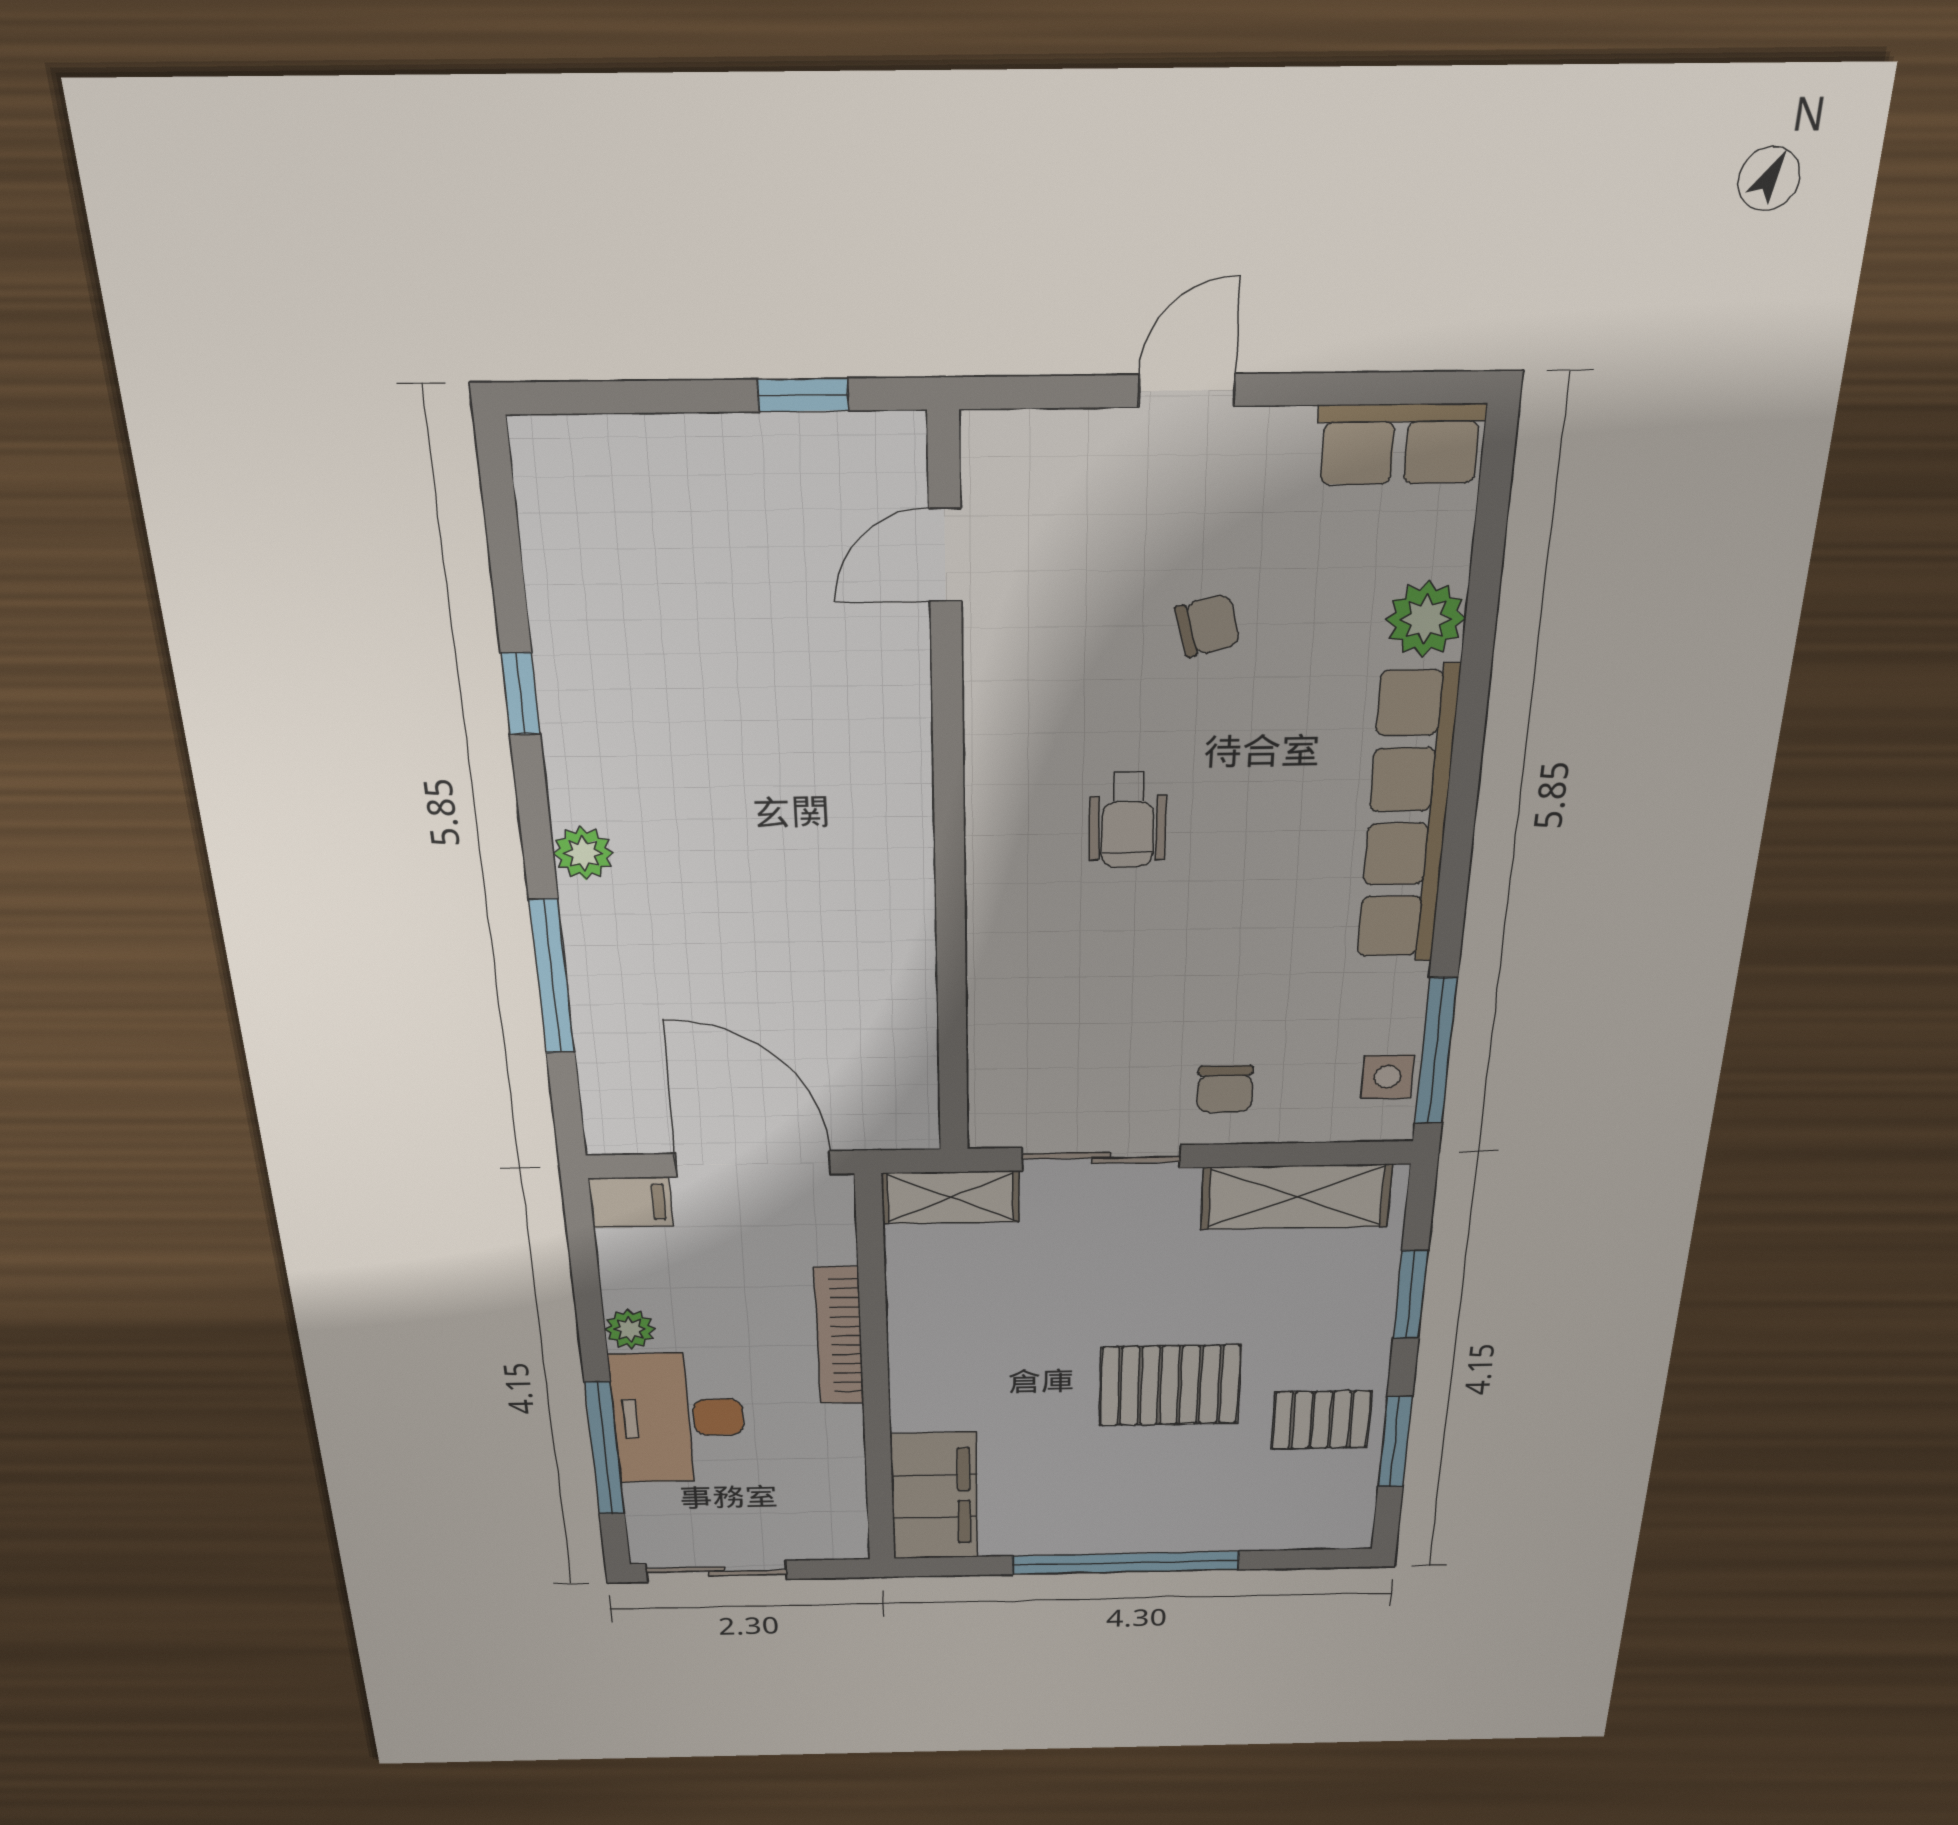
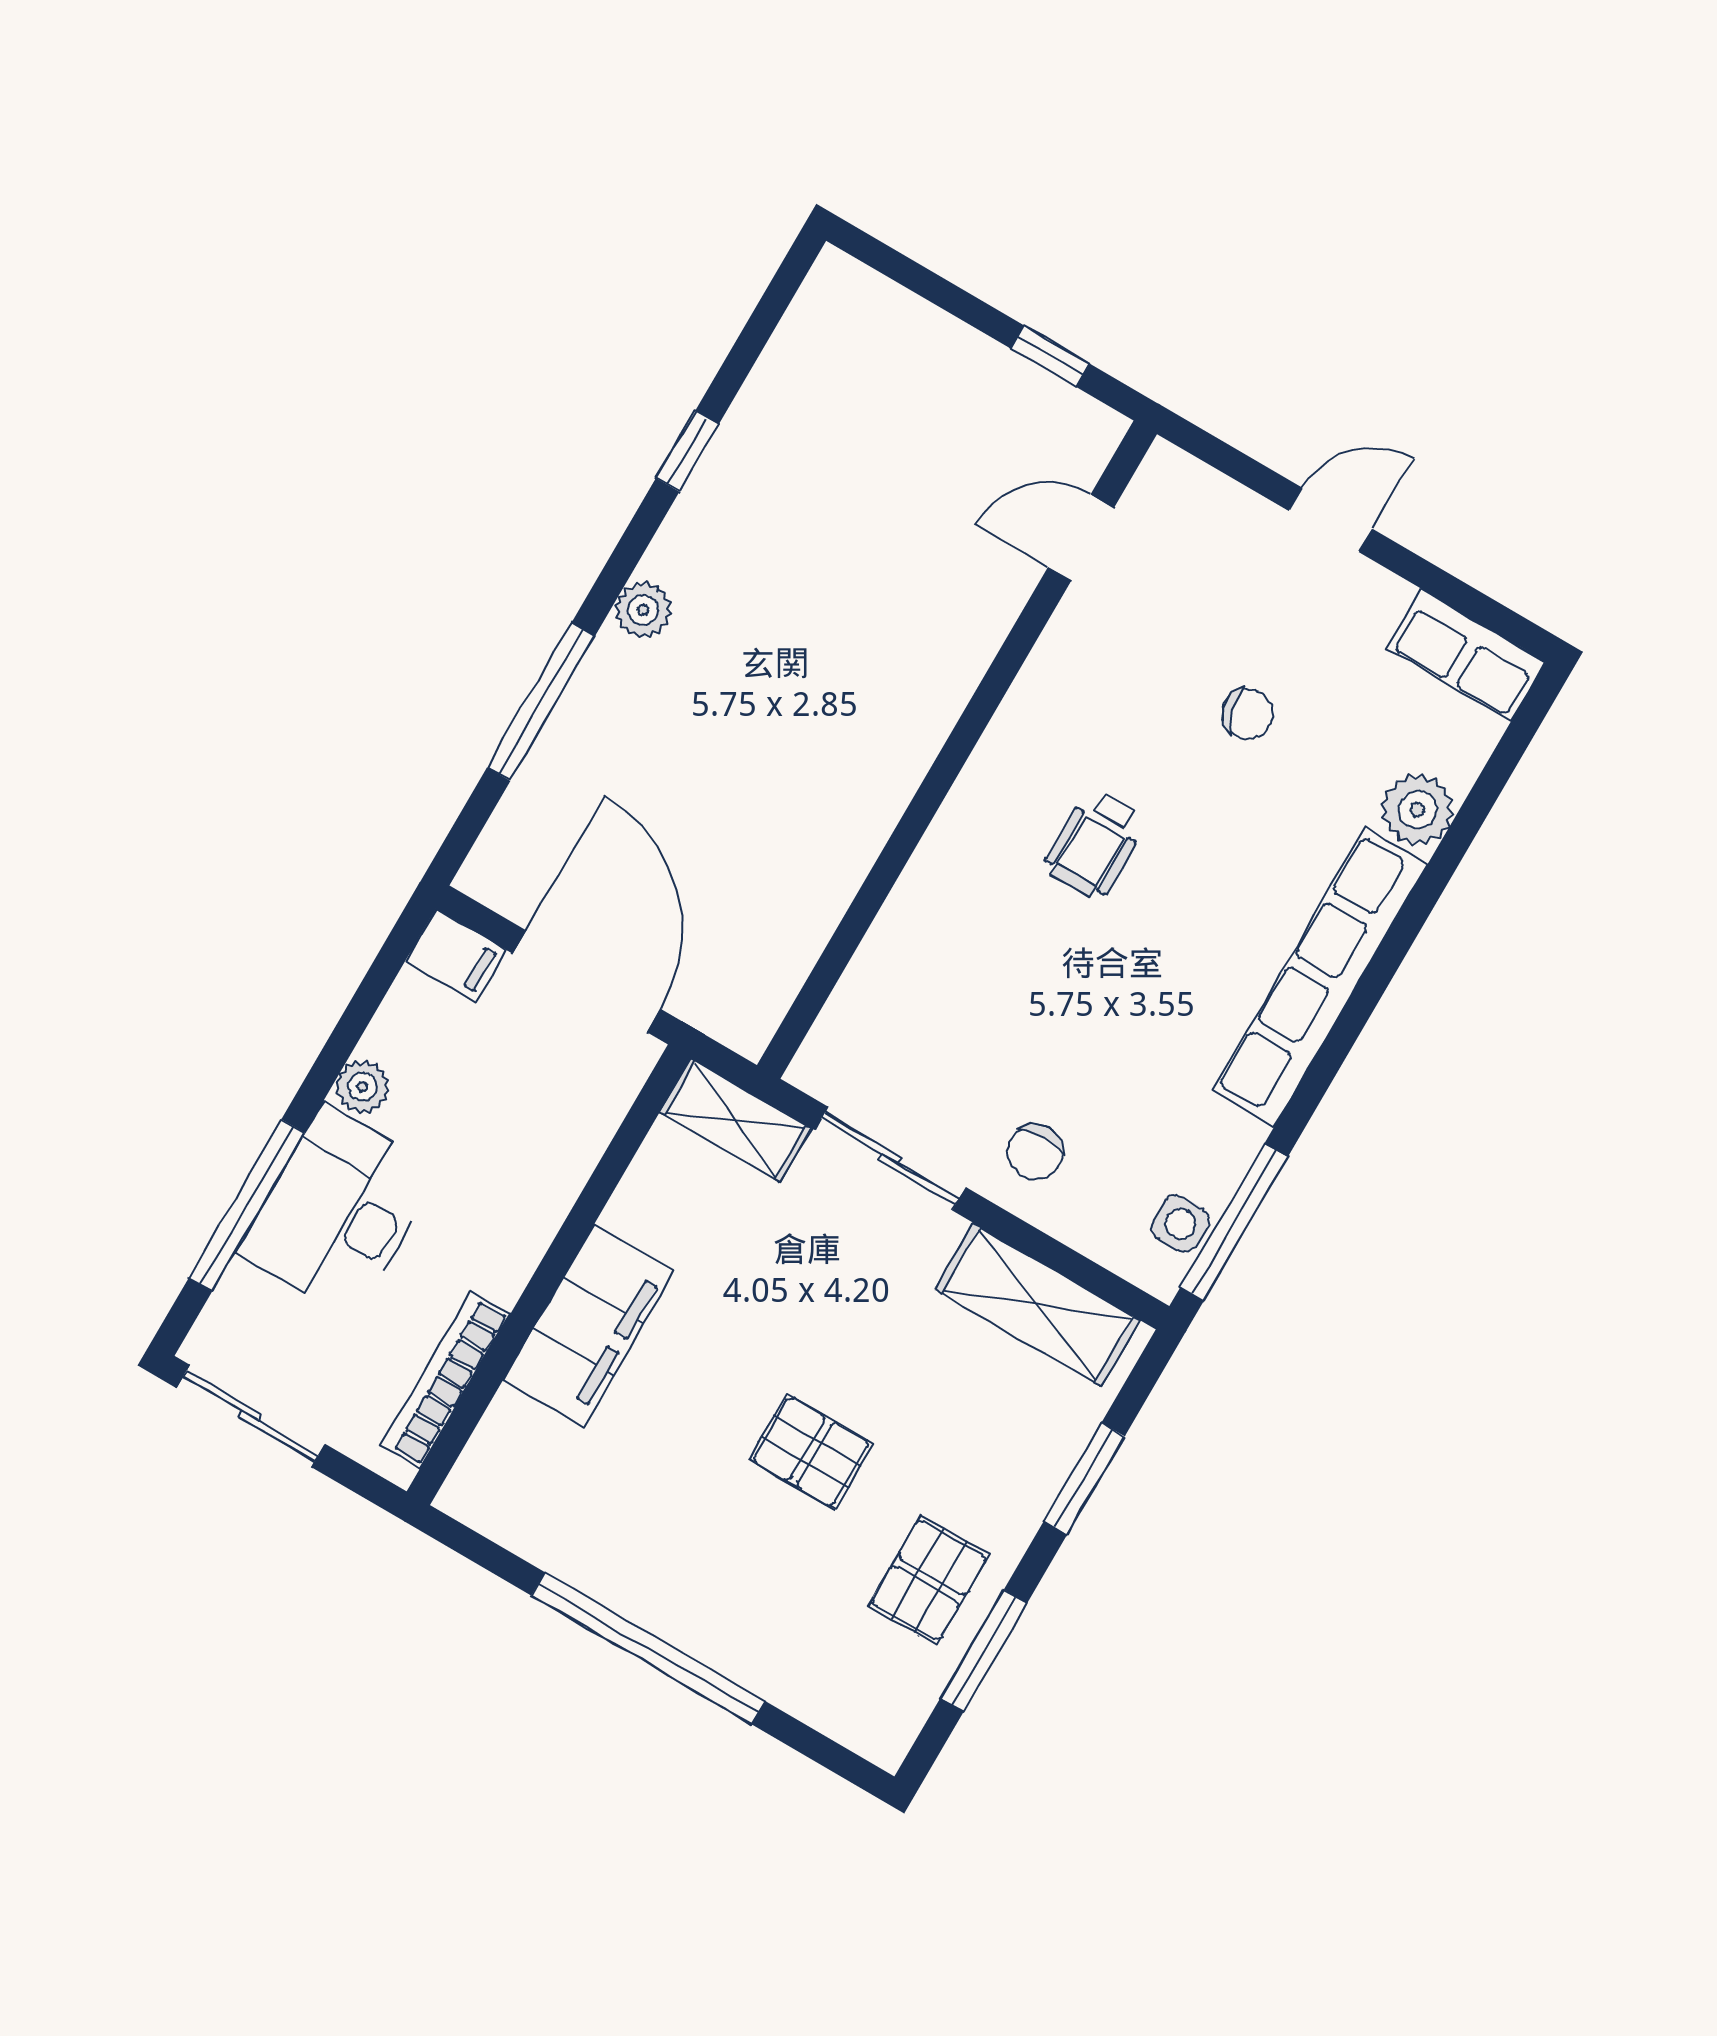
bookcase: (839, 1336) -> (445, 1380), moved
pallet: (1170, 1385) -> (811, 1452), width x0.67, depth x0.71
pallet: (1321, 1420) -> (929, 1580), turned 90
filing cabinet: (934, 1496) -> (589, 1326), moved

